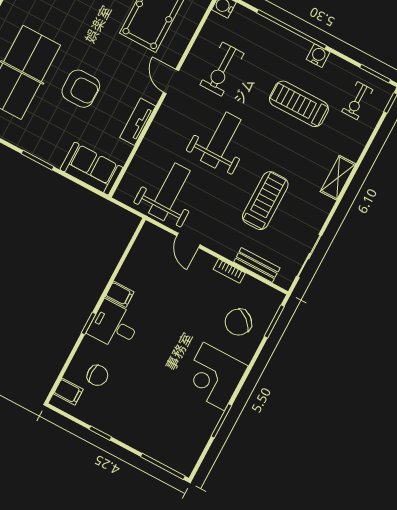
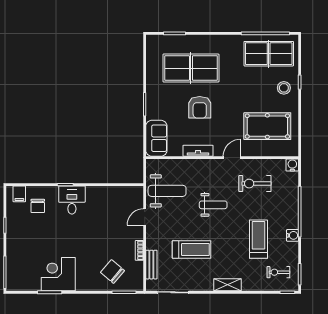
weight bench: (221, 140) -> (213, 205), width x0.73, depth x0.75
filing cabinet: (120, 294) -> (92, 194), removed
corner desk: (214, 376) -> (58, 274), moved

